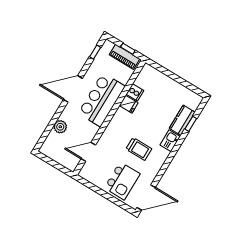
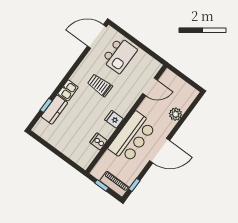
piano: (124, 57) -> (115, 184), moved
fridge: (129, 104) -> (114, 119), moved
kitchen island: (122, 181) -> (119, 55), turned 180

